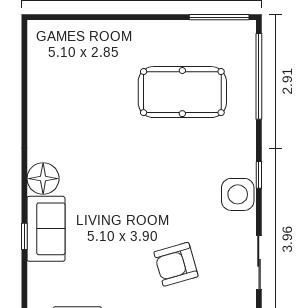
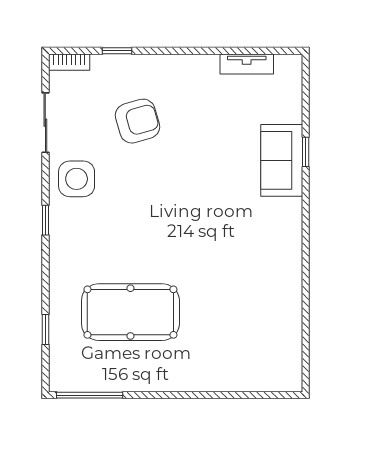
window: (259, 76) -> (45, 330), width x0.32
floor lamp: (43, 179) -> (285, 216), removed
side table: (238, 194) -> (77, 179), moved

